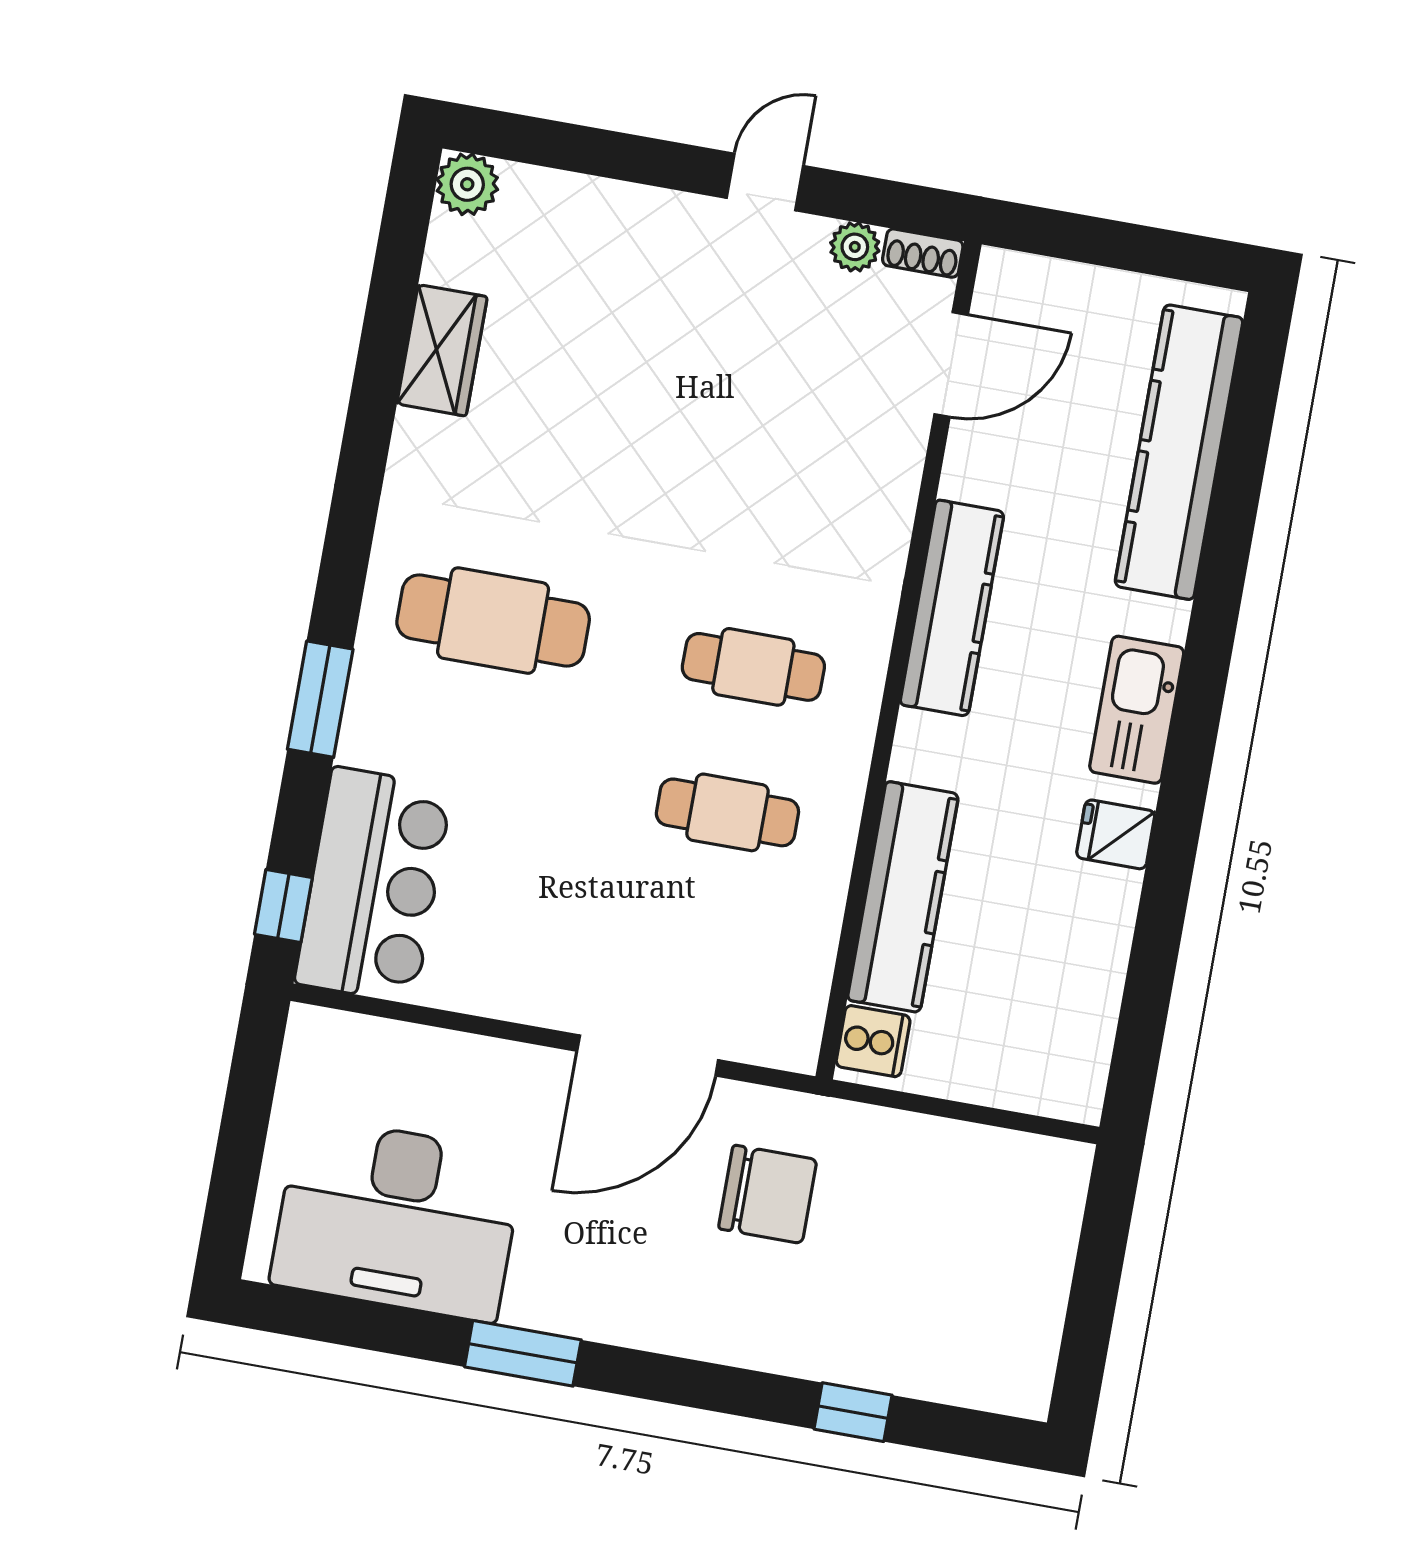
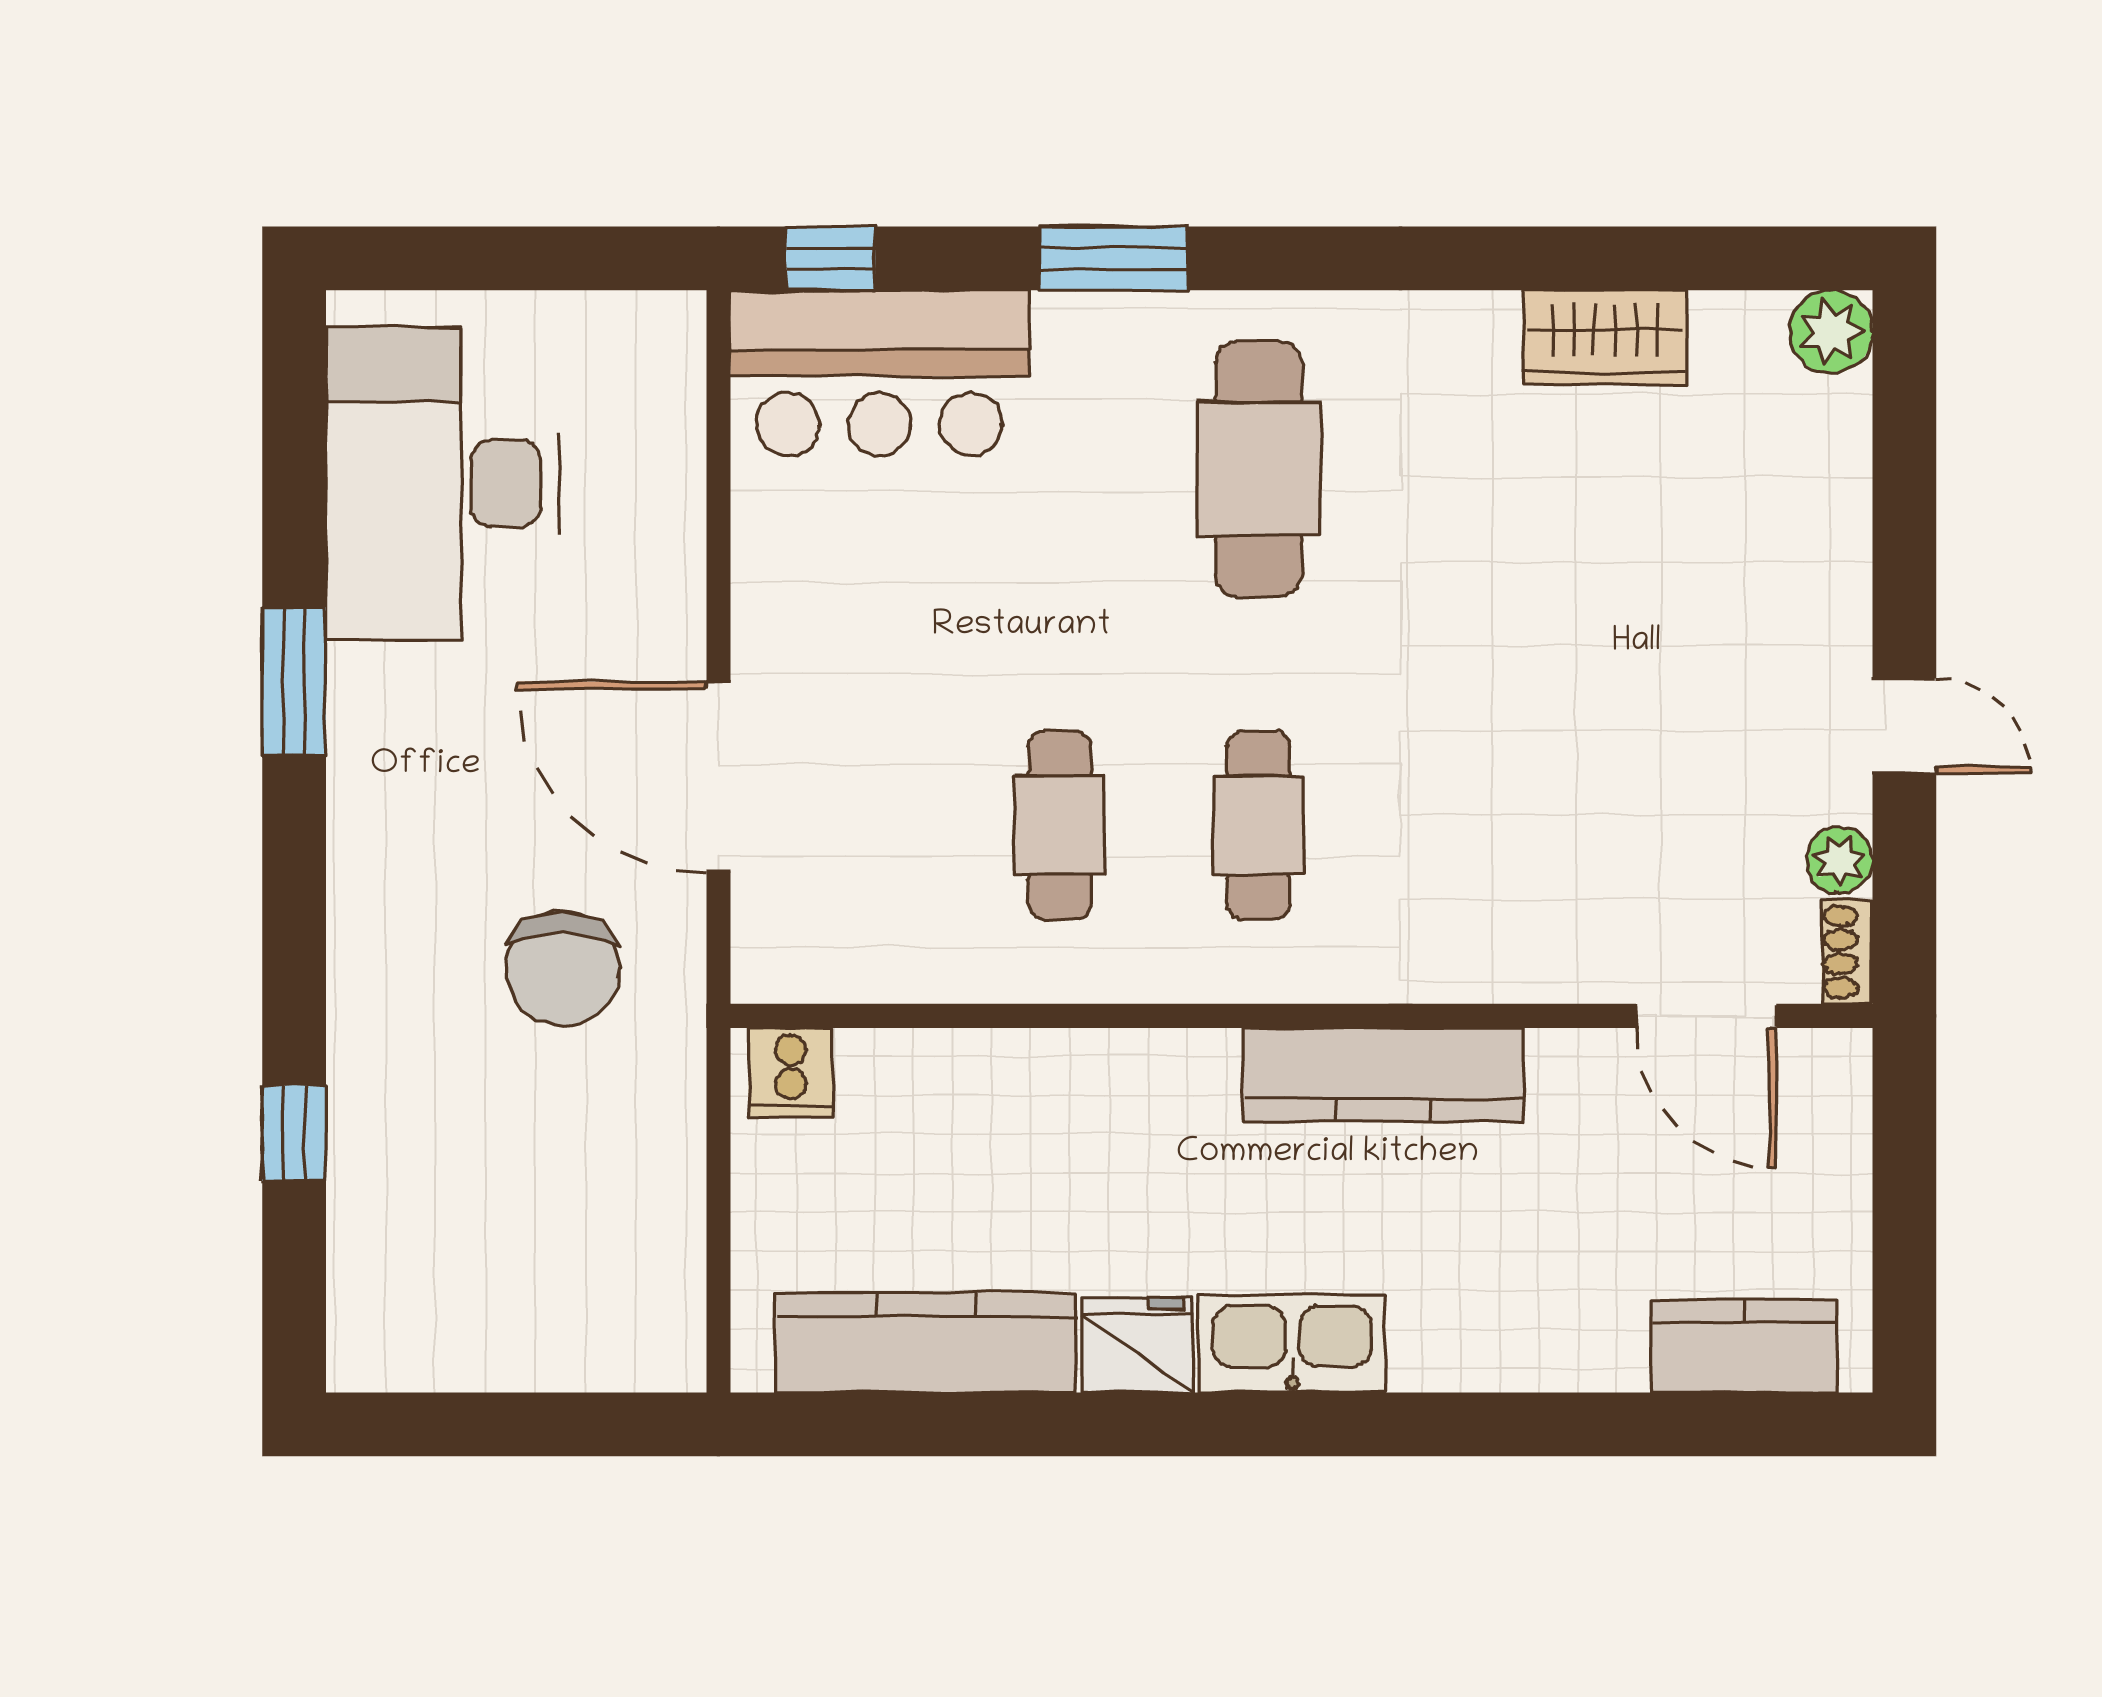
kitchen counter: (1179, 452) -> (1744, 1346), width x0.48, depth x0.86
fridge: (1116, 834) -> (1137, 1345), width x1.38
kitchen counter: (903, 897) -> (926, 1343), moved, turned 180

